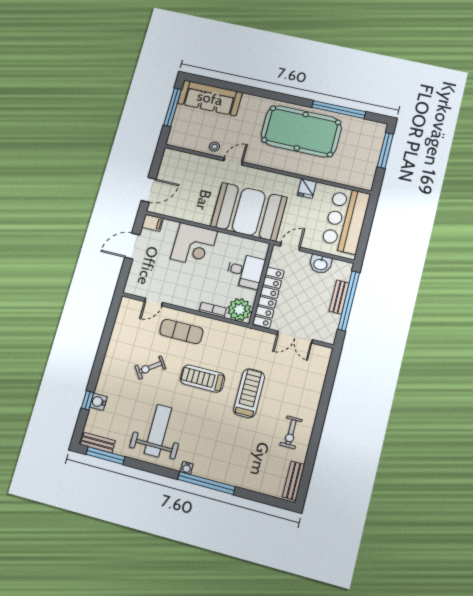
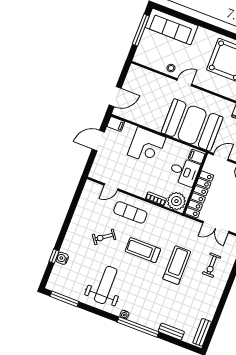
filing cabinet: (259, 250) -> (197, 156), added
exercise bike: (291, 432) -> (212, 265), moved
bench: (98, 443) -> (171, 332), moved

